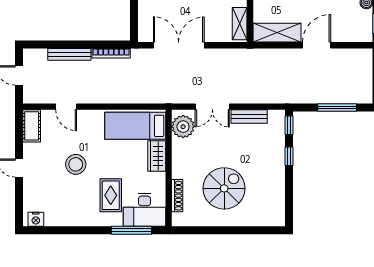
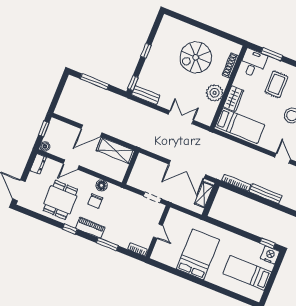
shelving: (240, 24) -> (204, 195), moved
bench: (249, 117) -> (146, 95), moved
plant: (183, 127) -> (215, 93), moved
window: (289, 156) -> (146, 51), moved
desk: (144, 210) -> (253, 63), width x0.73
window: (131, 230) -> (272, 54), width x0.69

